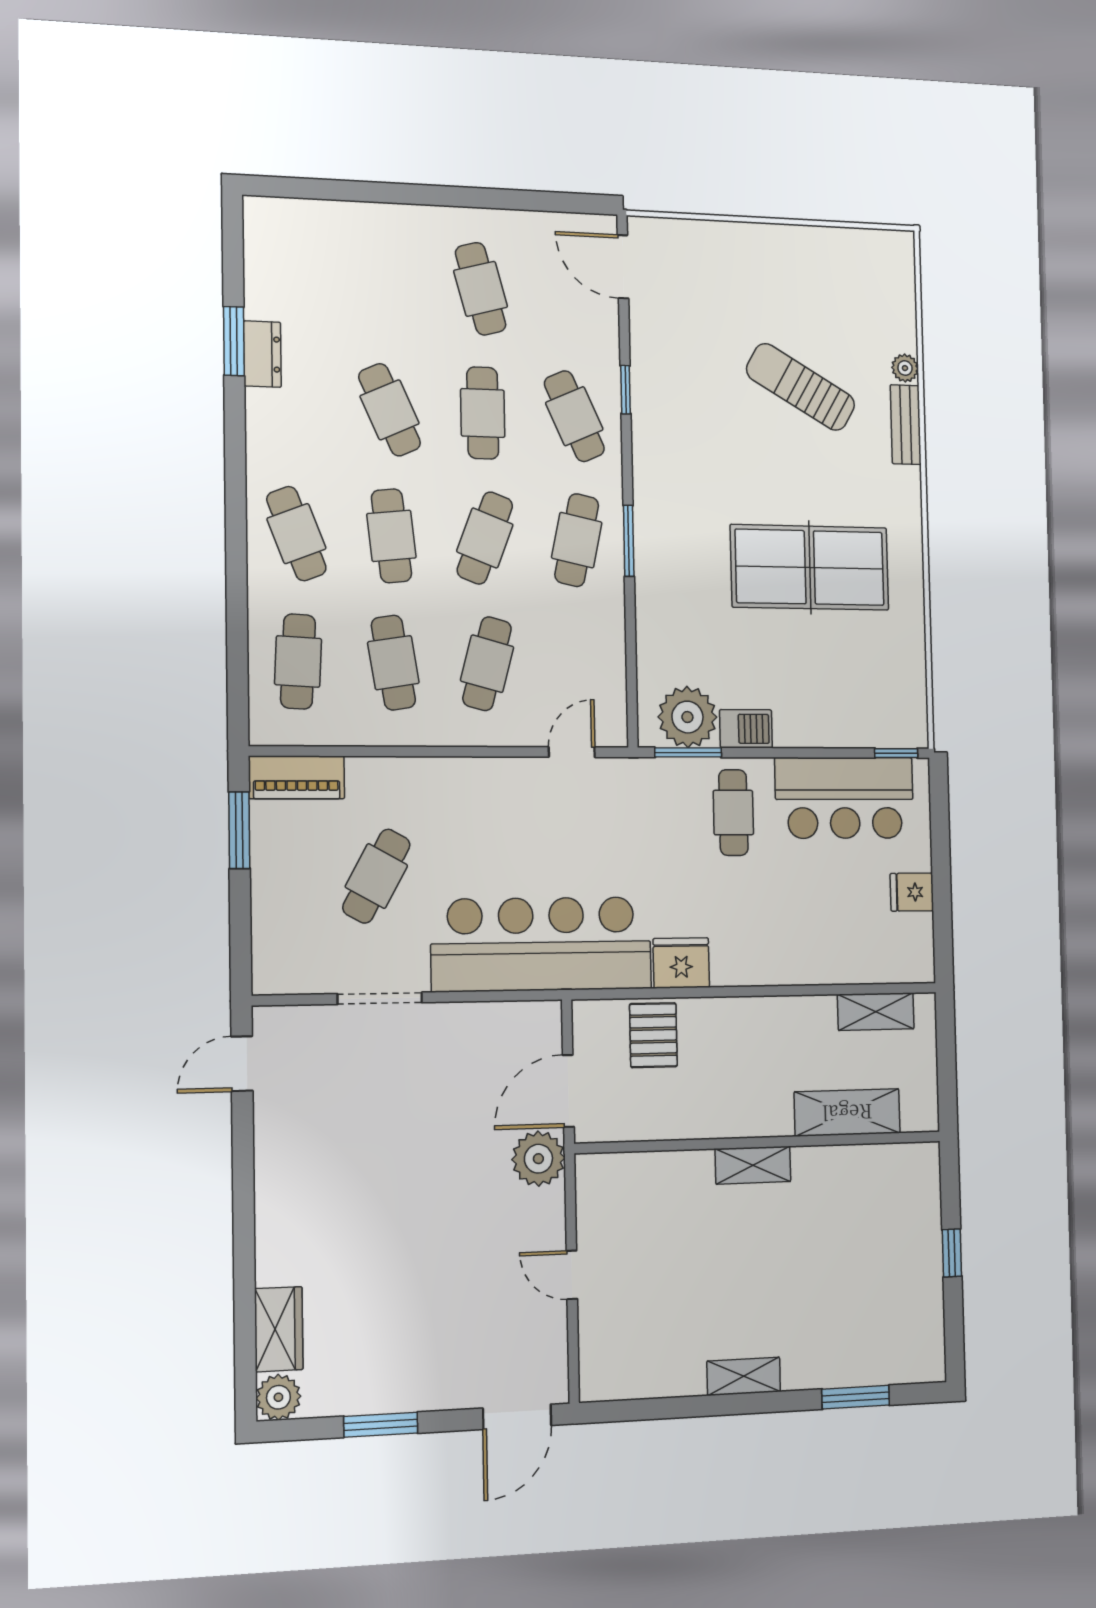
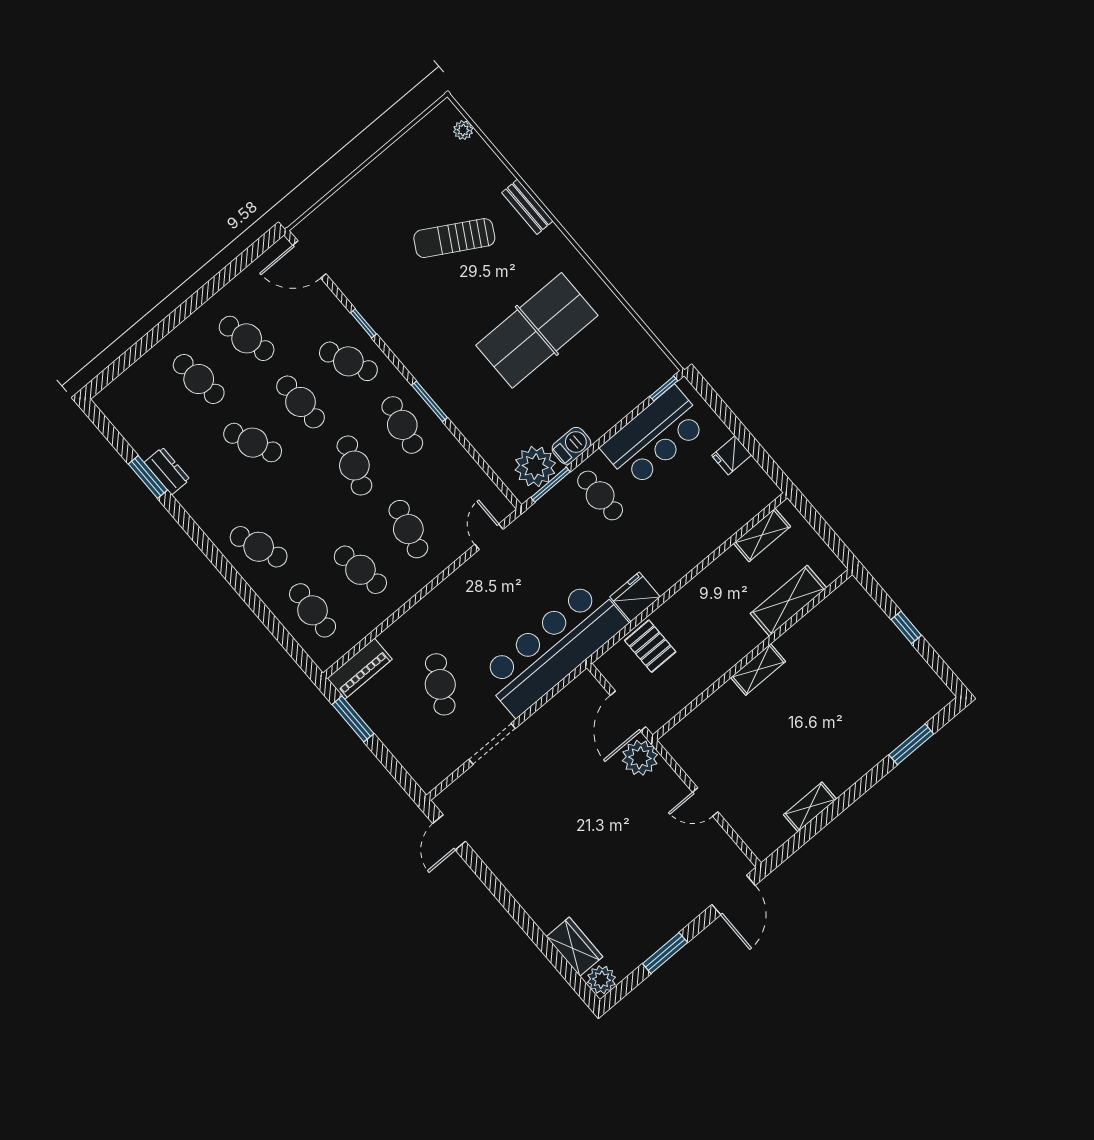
plant: (905, 368) -> (463, 130), moved
cafe table: (391, 536) -> (199, 379), moved
shelving: (744, 1376) -> (810, 807), moved

